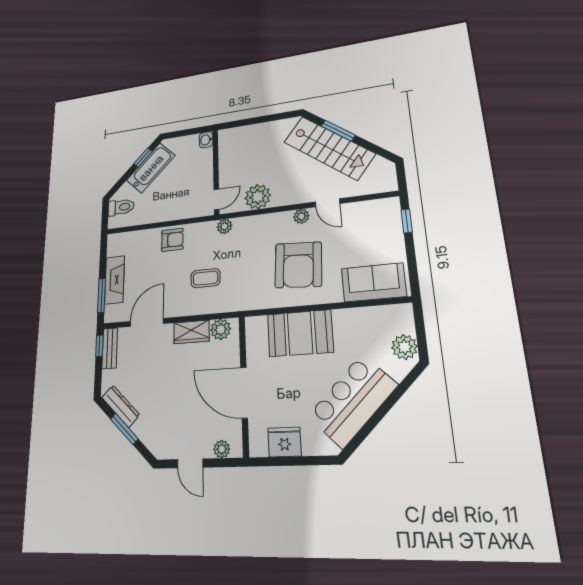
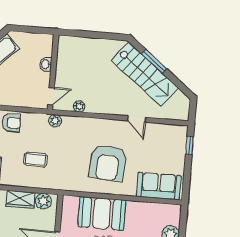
washbasin: (206, 140) -> (46, 64), moved
plant: (258, 197) -> (79, 106), width x0.53, depth x0.53
plant: (301, 216) -> (115, 125), removed

